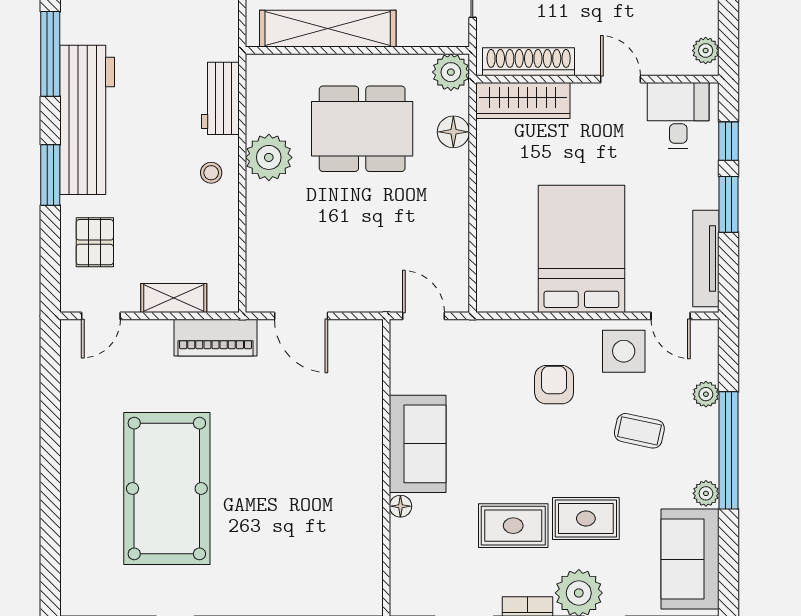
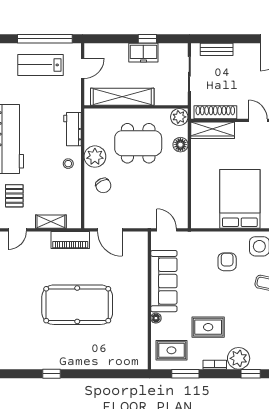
chair: (287, 220) -> (103, 185), added
sofa: (418, 444) -> (164, 281), width x1.36
pool table: (167, 489) -> (77, 305), moved, turned 90
rug: (586, 519) -> (171, 350), moved

